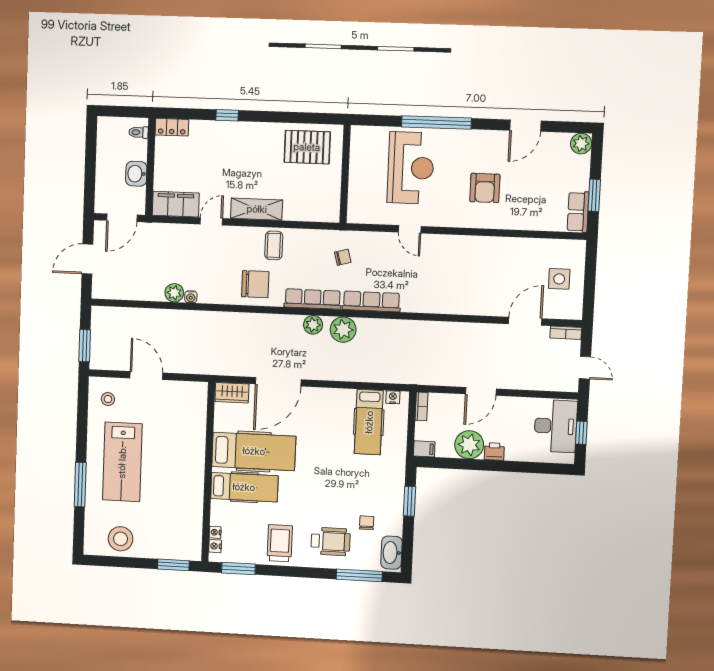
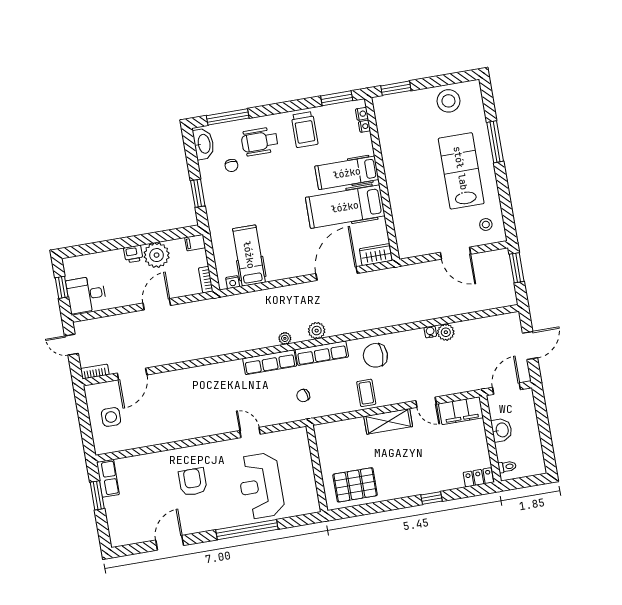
plant: (581, 144) -> (119, 537), removed
door: (211, 221) -> (426, 402), hinge flipped
plant: (343, 330) -> (285, 338), width x0.53, depth x0.53
desk: (556, 426) -> (86, 294), width x0.73

